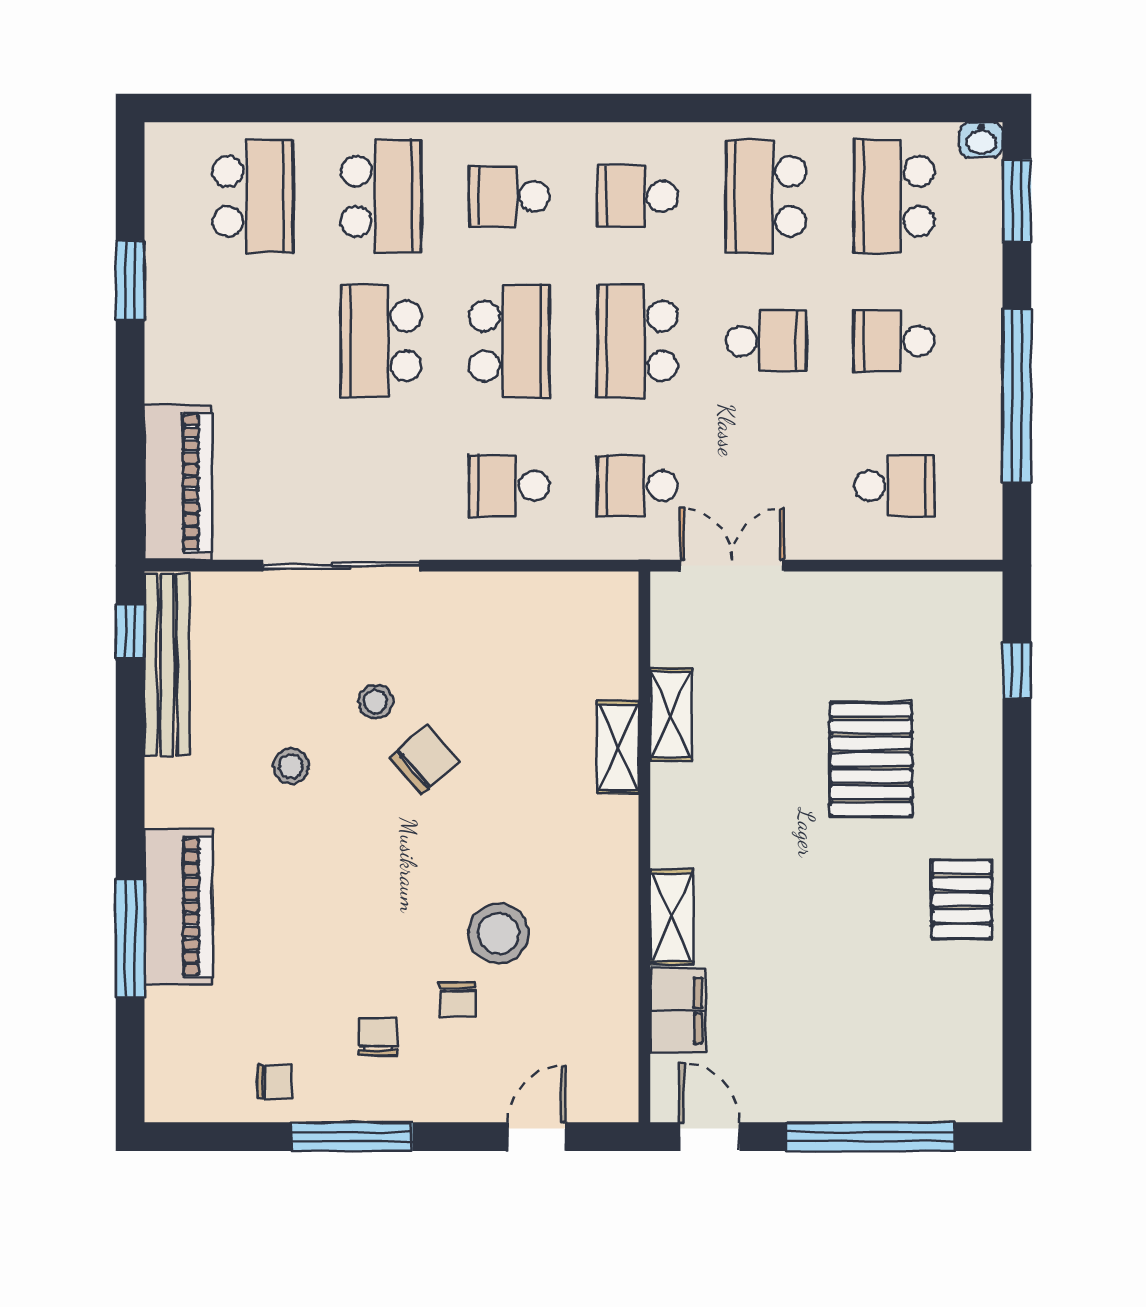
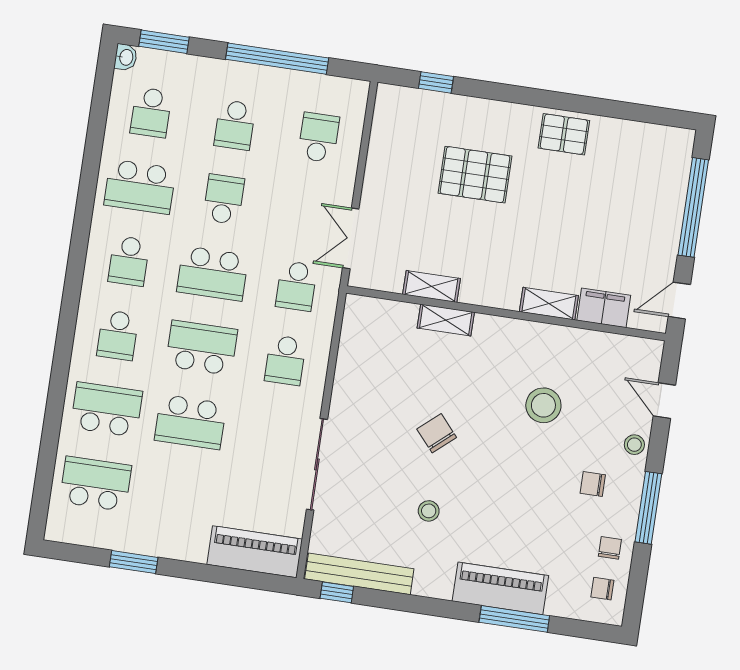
school desk: (894, 196) -> (151, 112), width x0.54
stool: (375, 702) -> (634, 445), moved
chair: (458, 1000) -> (602, 589), moved, turned 180

